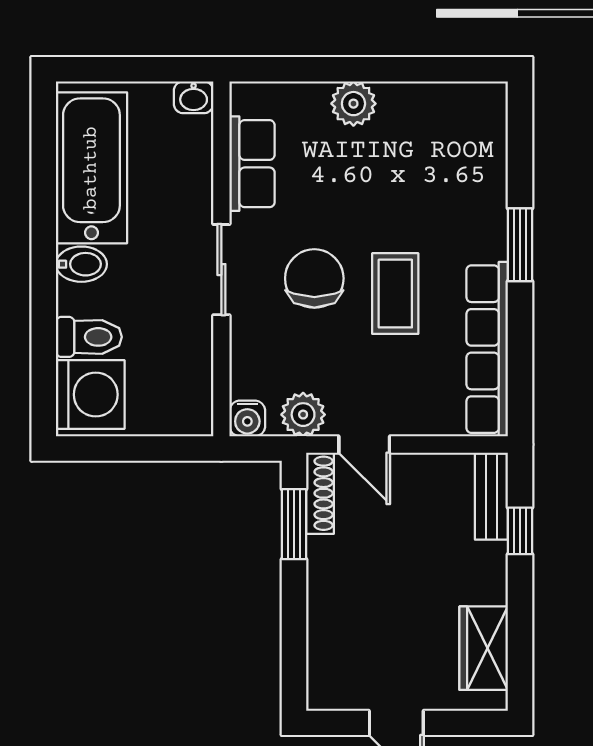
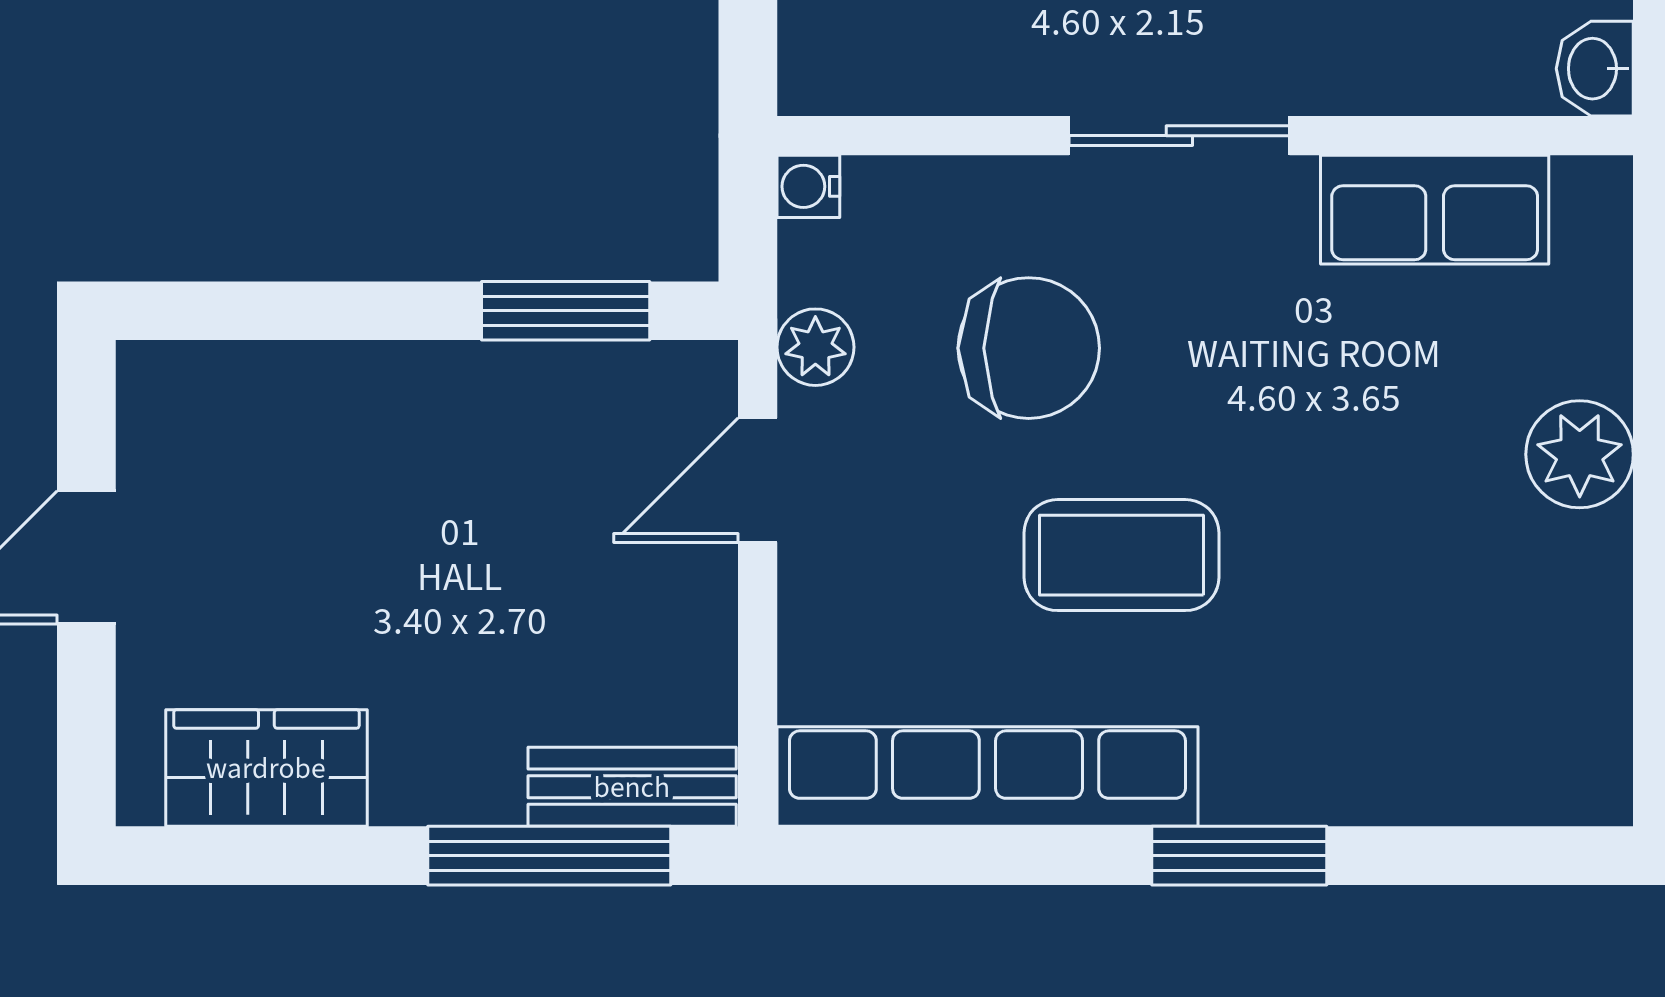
chair: (314, 278) -> (1029, 348), moved
plant: (303, 415) -> (815, 347), width x0.73, depth x0.73
water cooler: (247, 418) -> (808, 186), width x0.72, depth x0.72
shoe rack: (320, 493) -> (640, 373), removed
window: (520, 531) -> (549, 856), width x2.17

